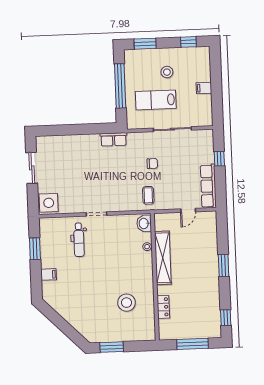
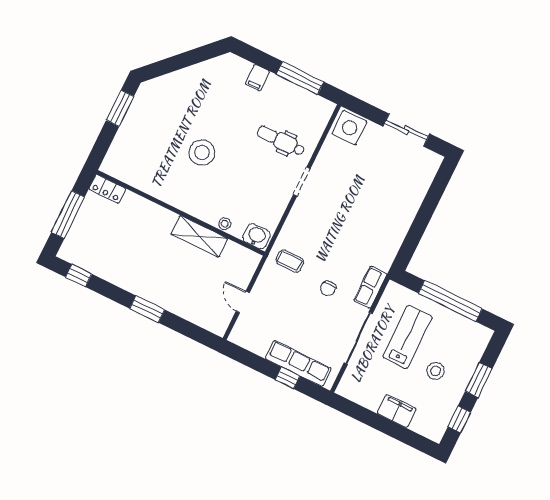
window: (145, 44) -> (479, 380), moved
filing cabinet: (204, 88) -> (397, 411), width x2.00
row of seats: (114, 139) -> (370, 287), moved
row of seats: (208, 186) -> (298, 363), moved
window: (35, 249) -> (300, 78), width x1.44
shelving: (163, 258) -> (199, 236), width x0.68
stool: (126, 303) -> (202, 153), moved
locker: (163, 307) -> (107, 189), moved

